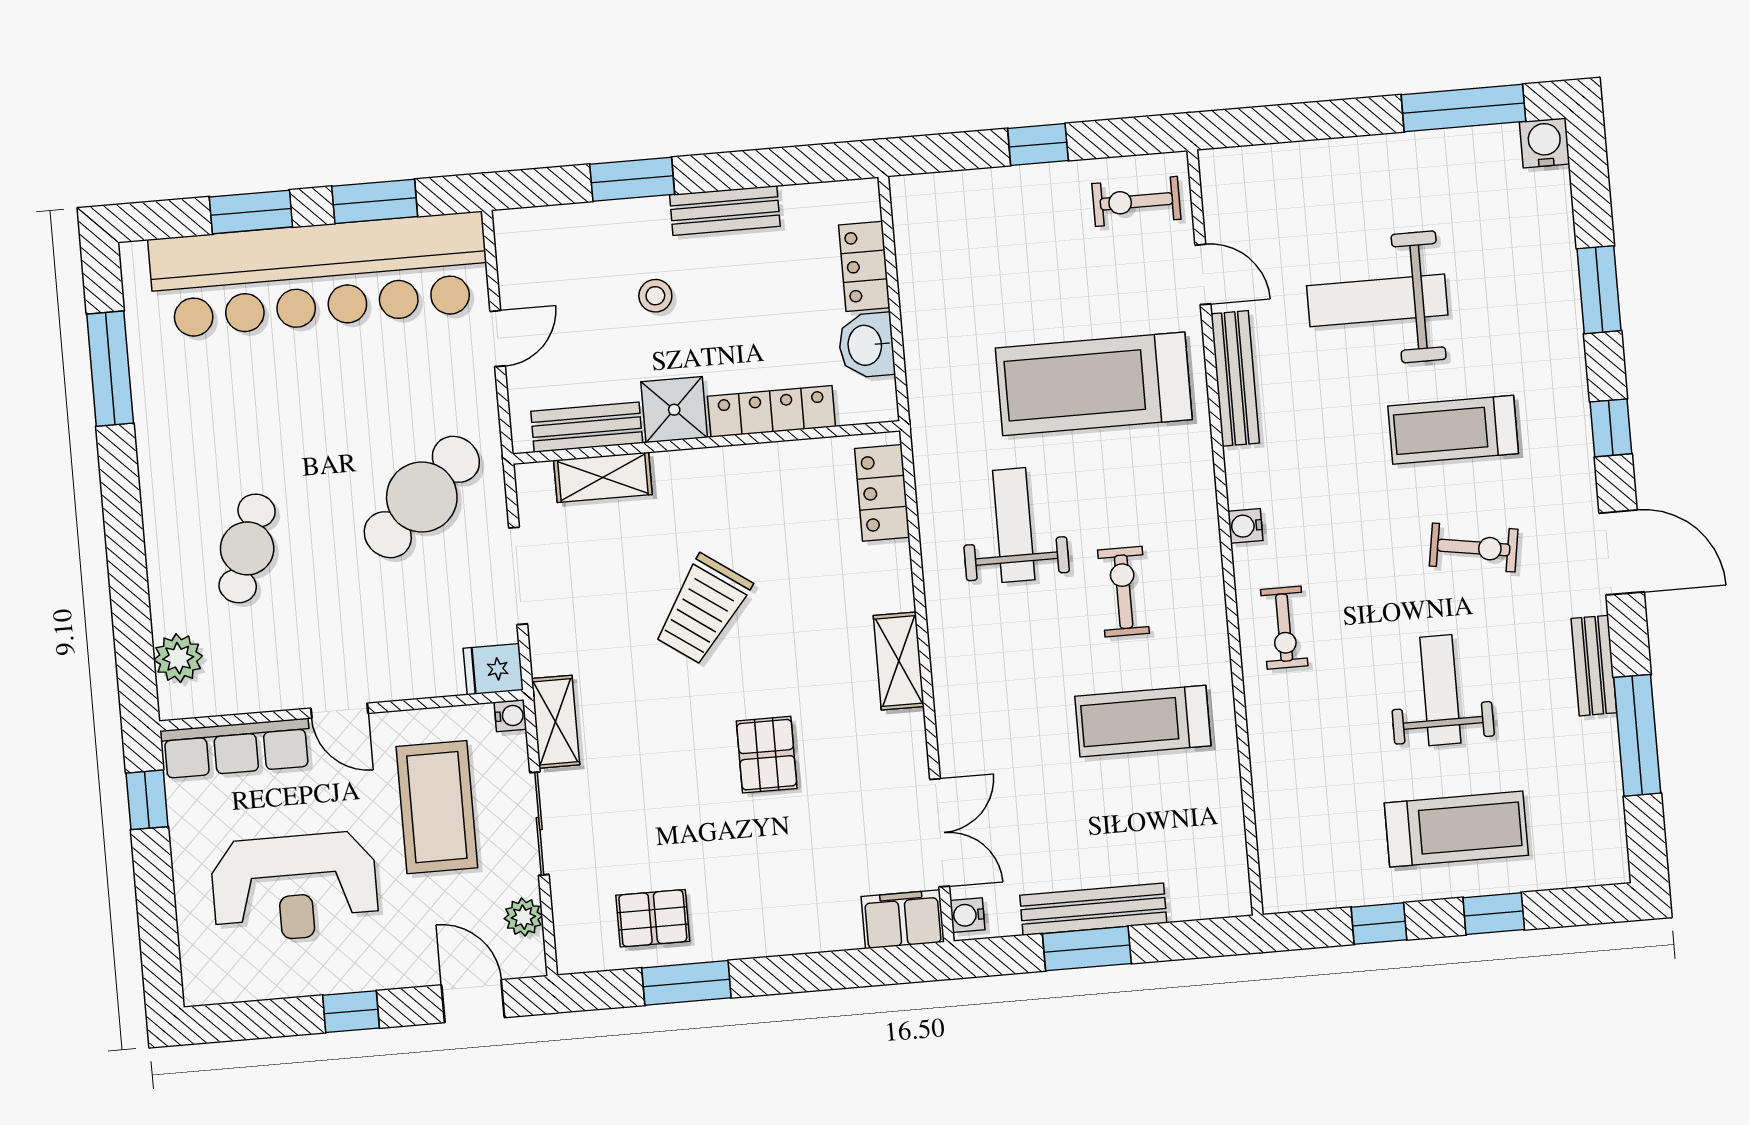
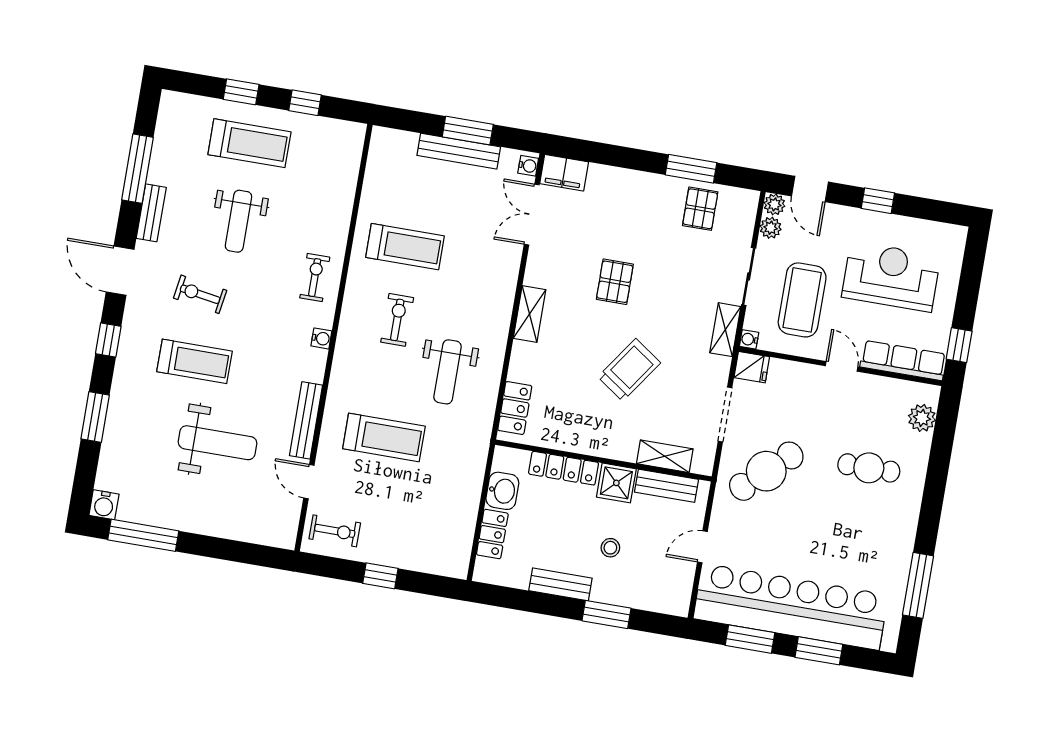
treadmill: (1094, 384) -> (384, 437), width x0.73, depth x0.73
cafe table: (247, 548) -> (869, 468), turned 71
exercise bike: (1124, 592) -> (397, 320), turned 180
treadmill: (1456, 829) -> (249, 143), turned 180
pallet: (653, 918) -> (700, 209), turned 90
plant: (527, 959) -> (774, 204), added

